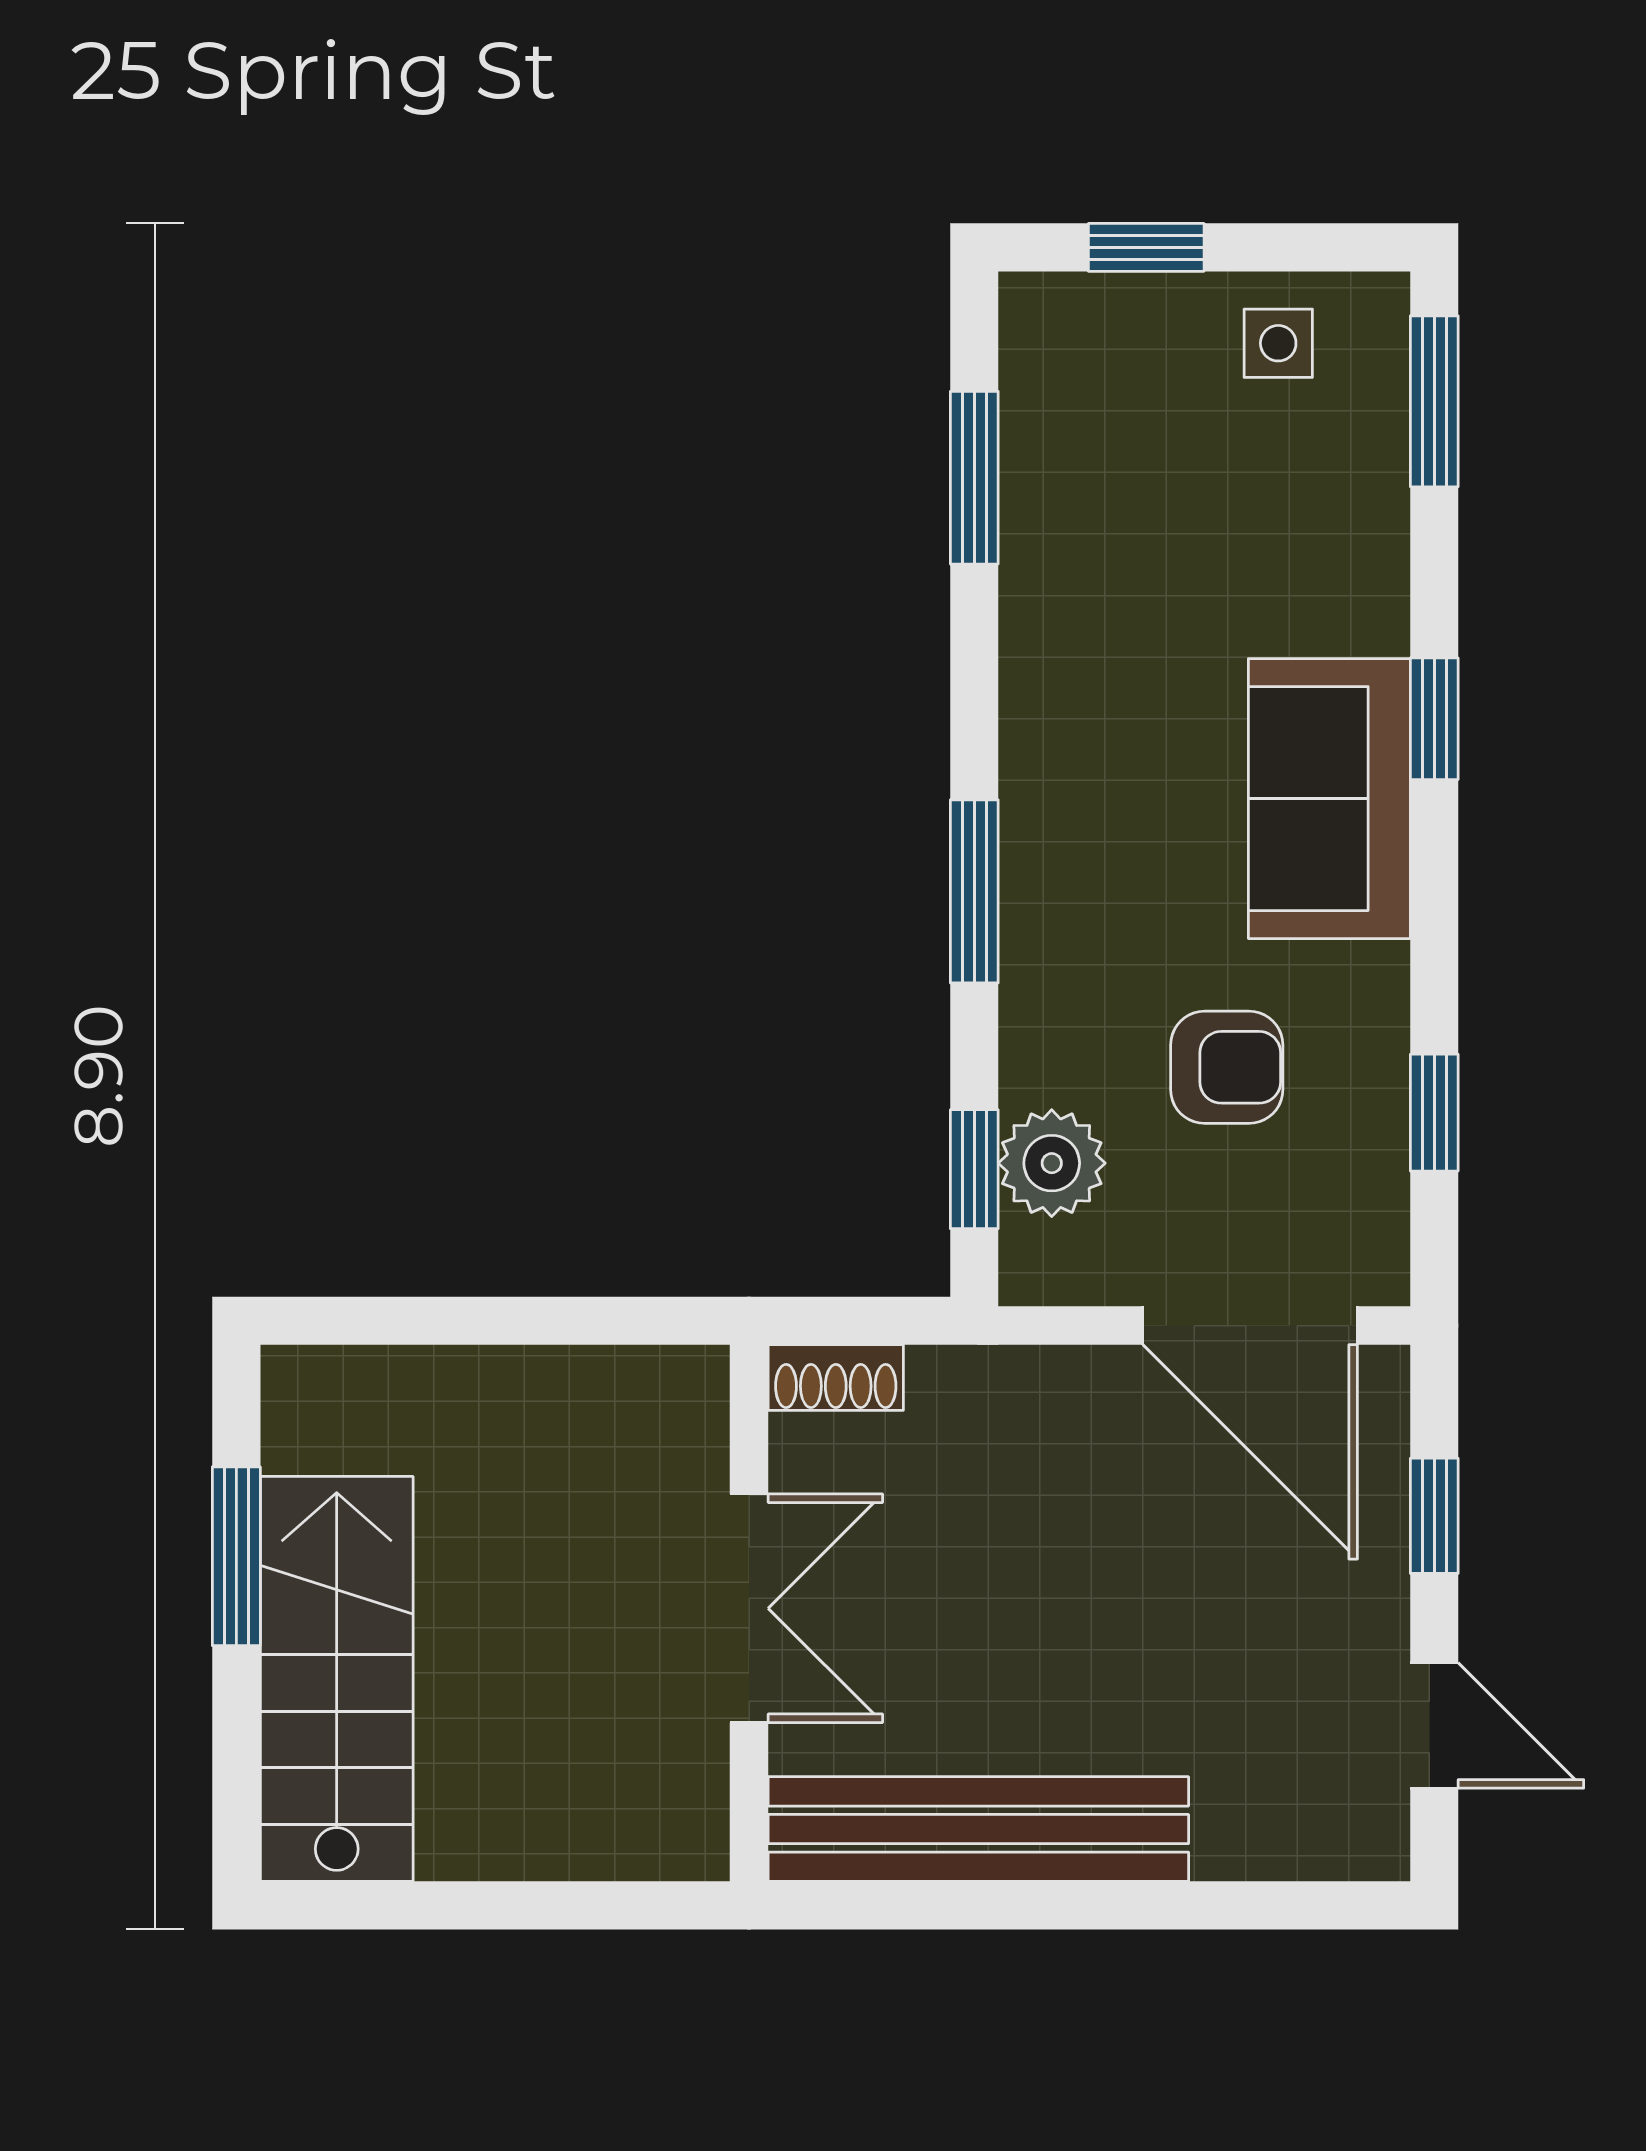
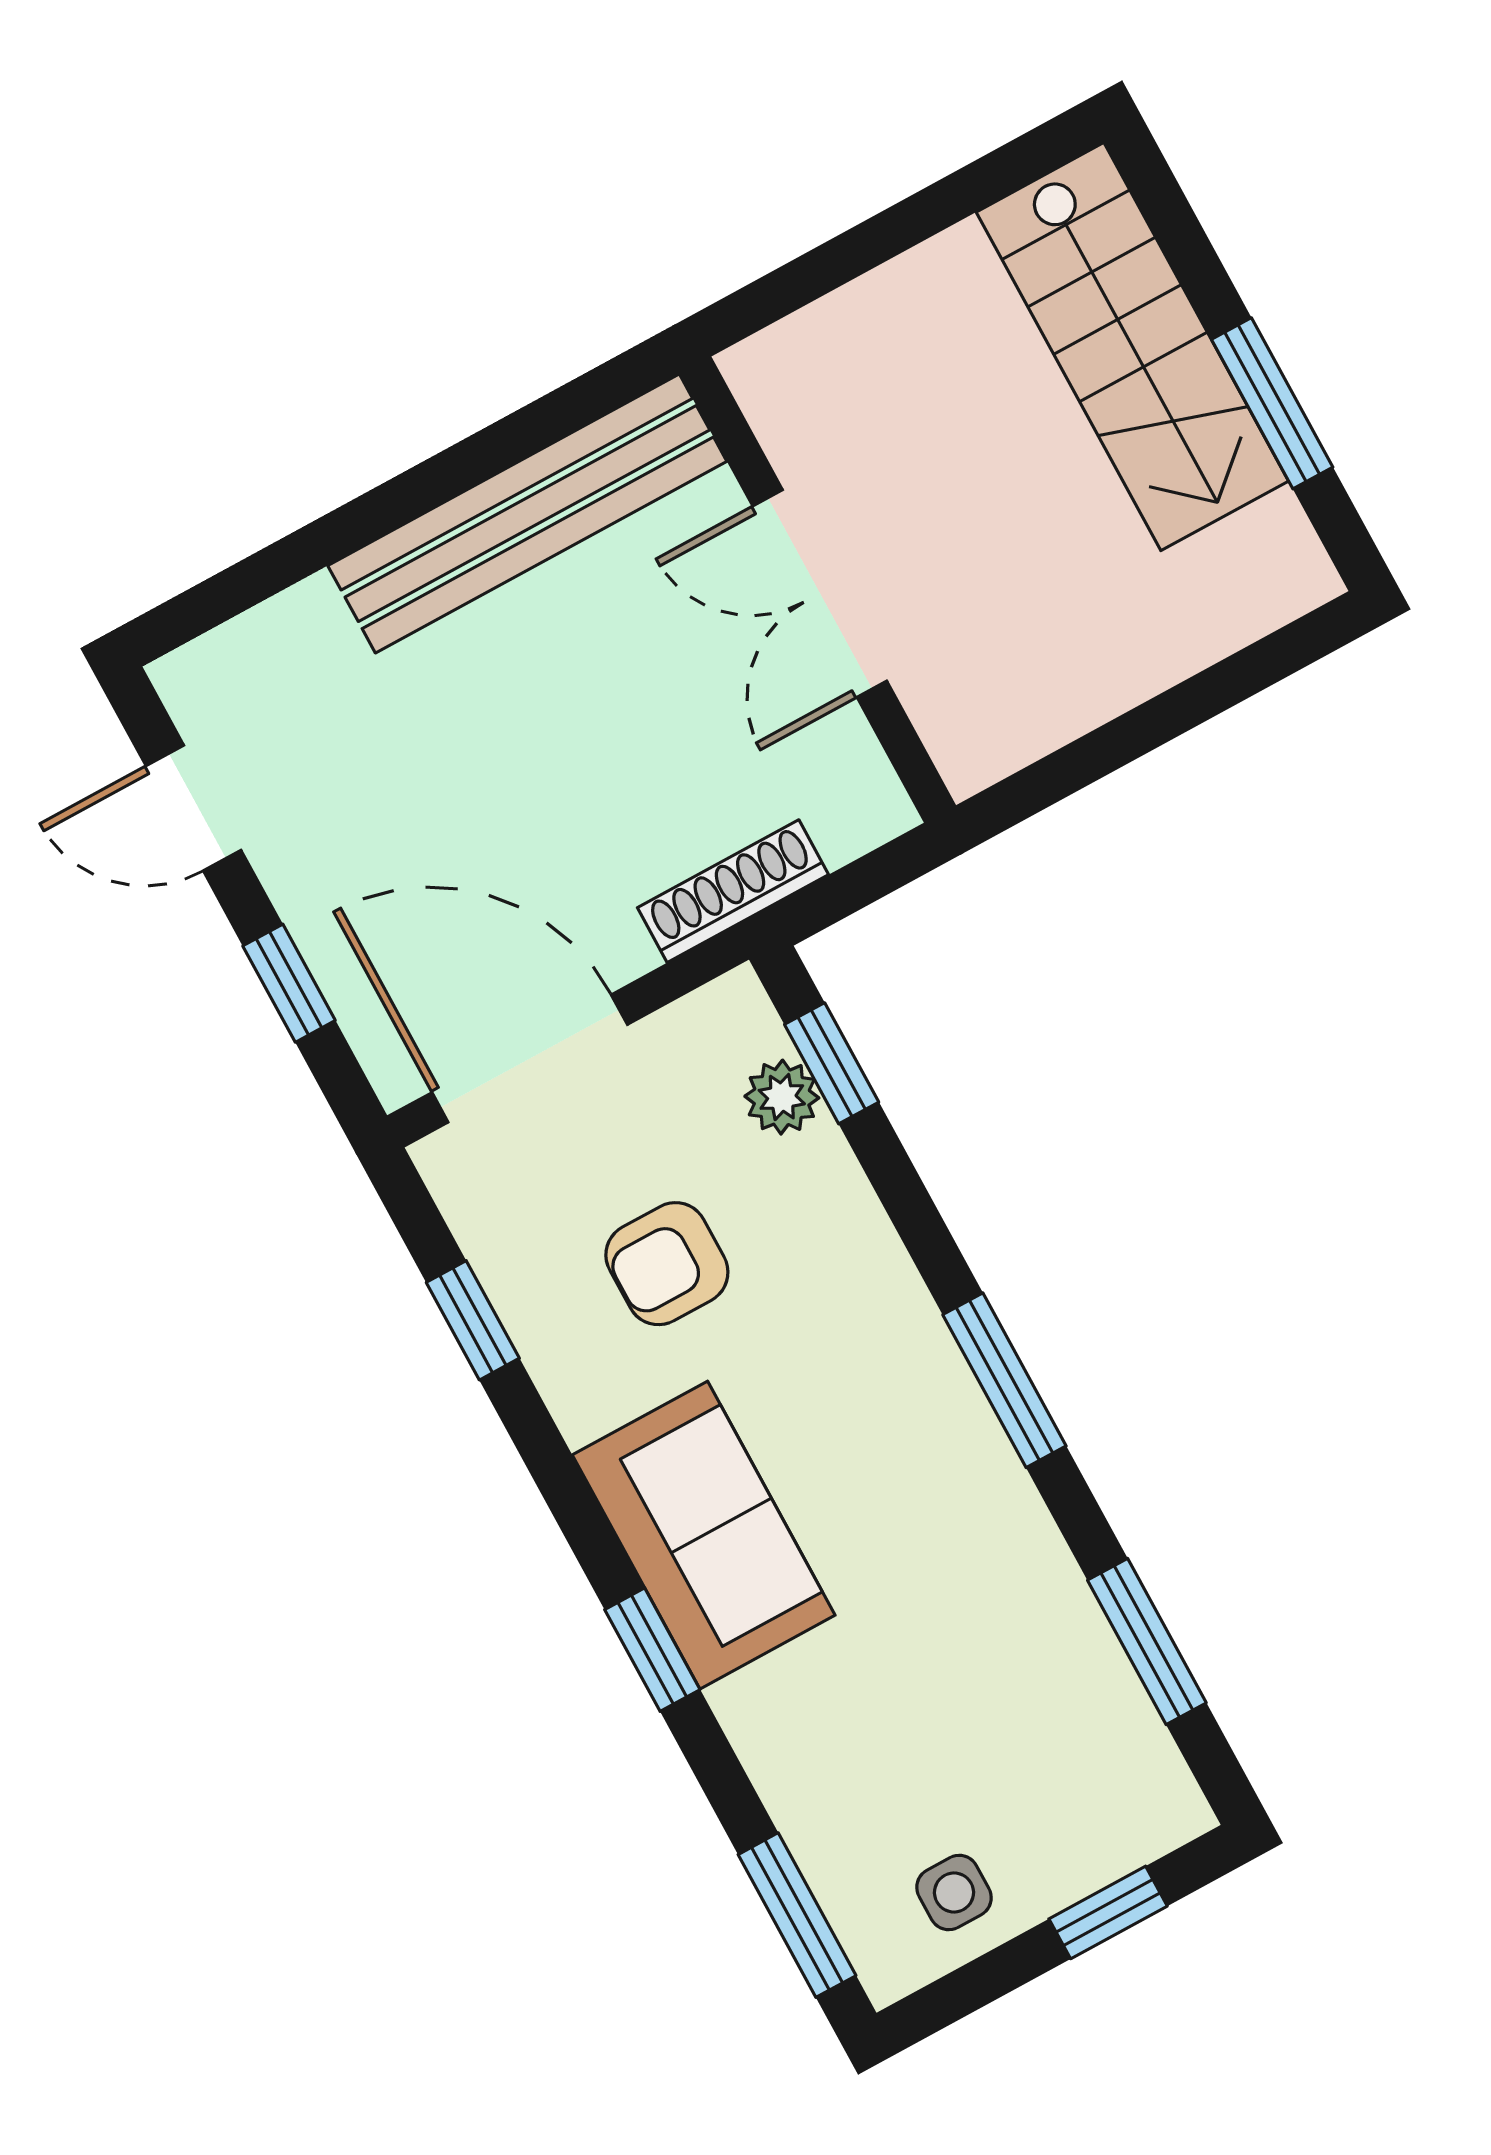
window: (974, 891) -> (1004, 1380), moved
plant: (1052, 1163) -> (782, 1097), width x0.73, depth x0.73
shoe rack: (836, 1378) -> (733, 891), moved, width x1.43

